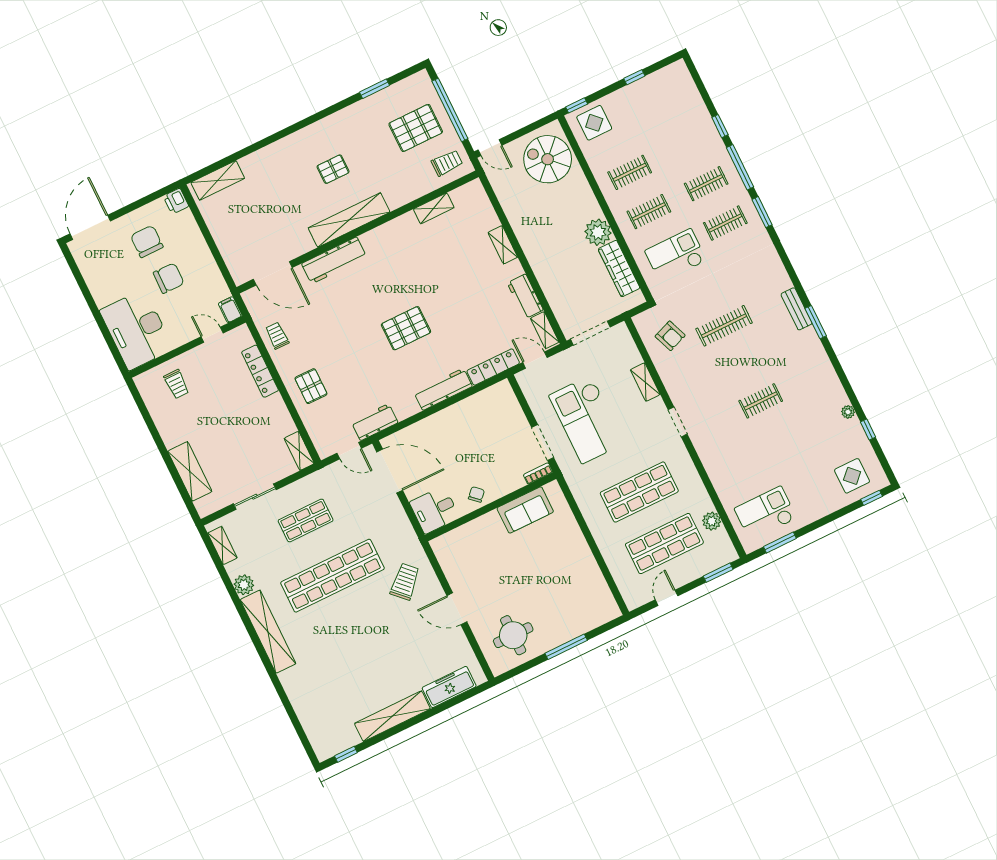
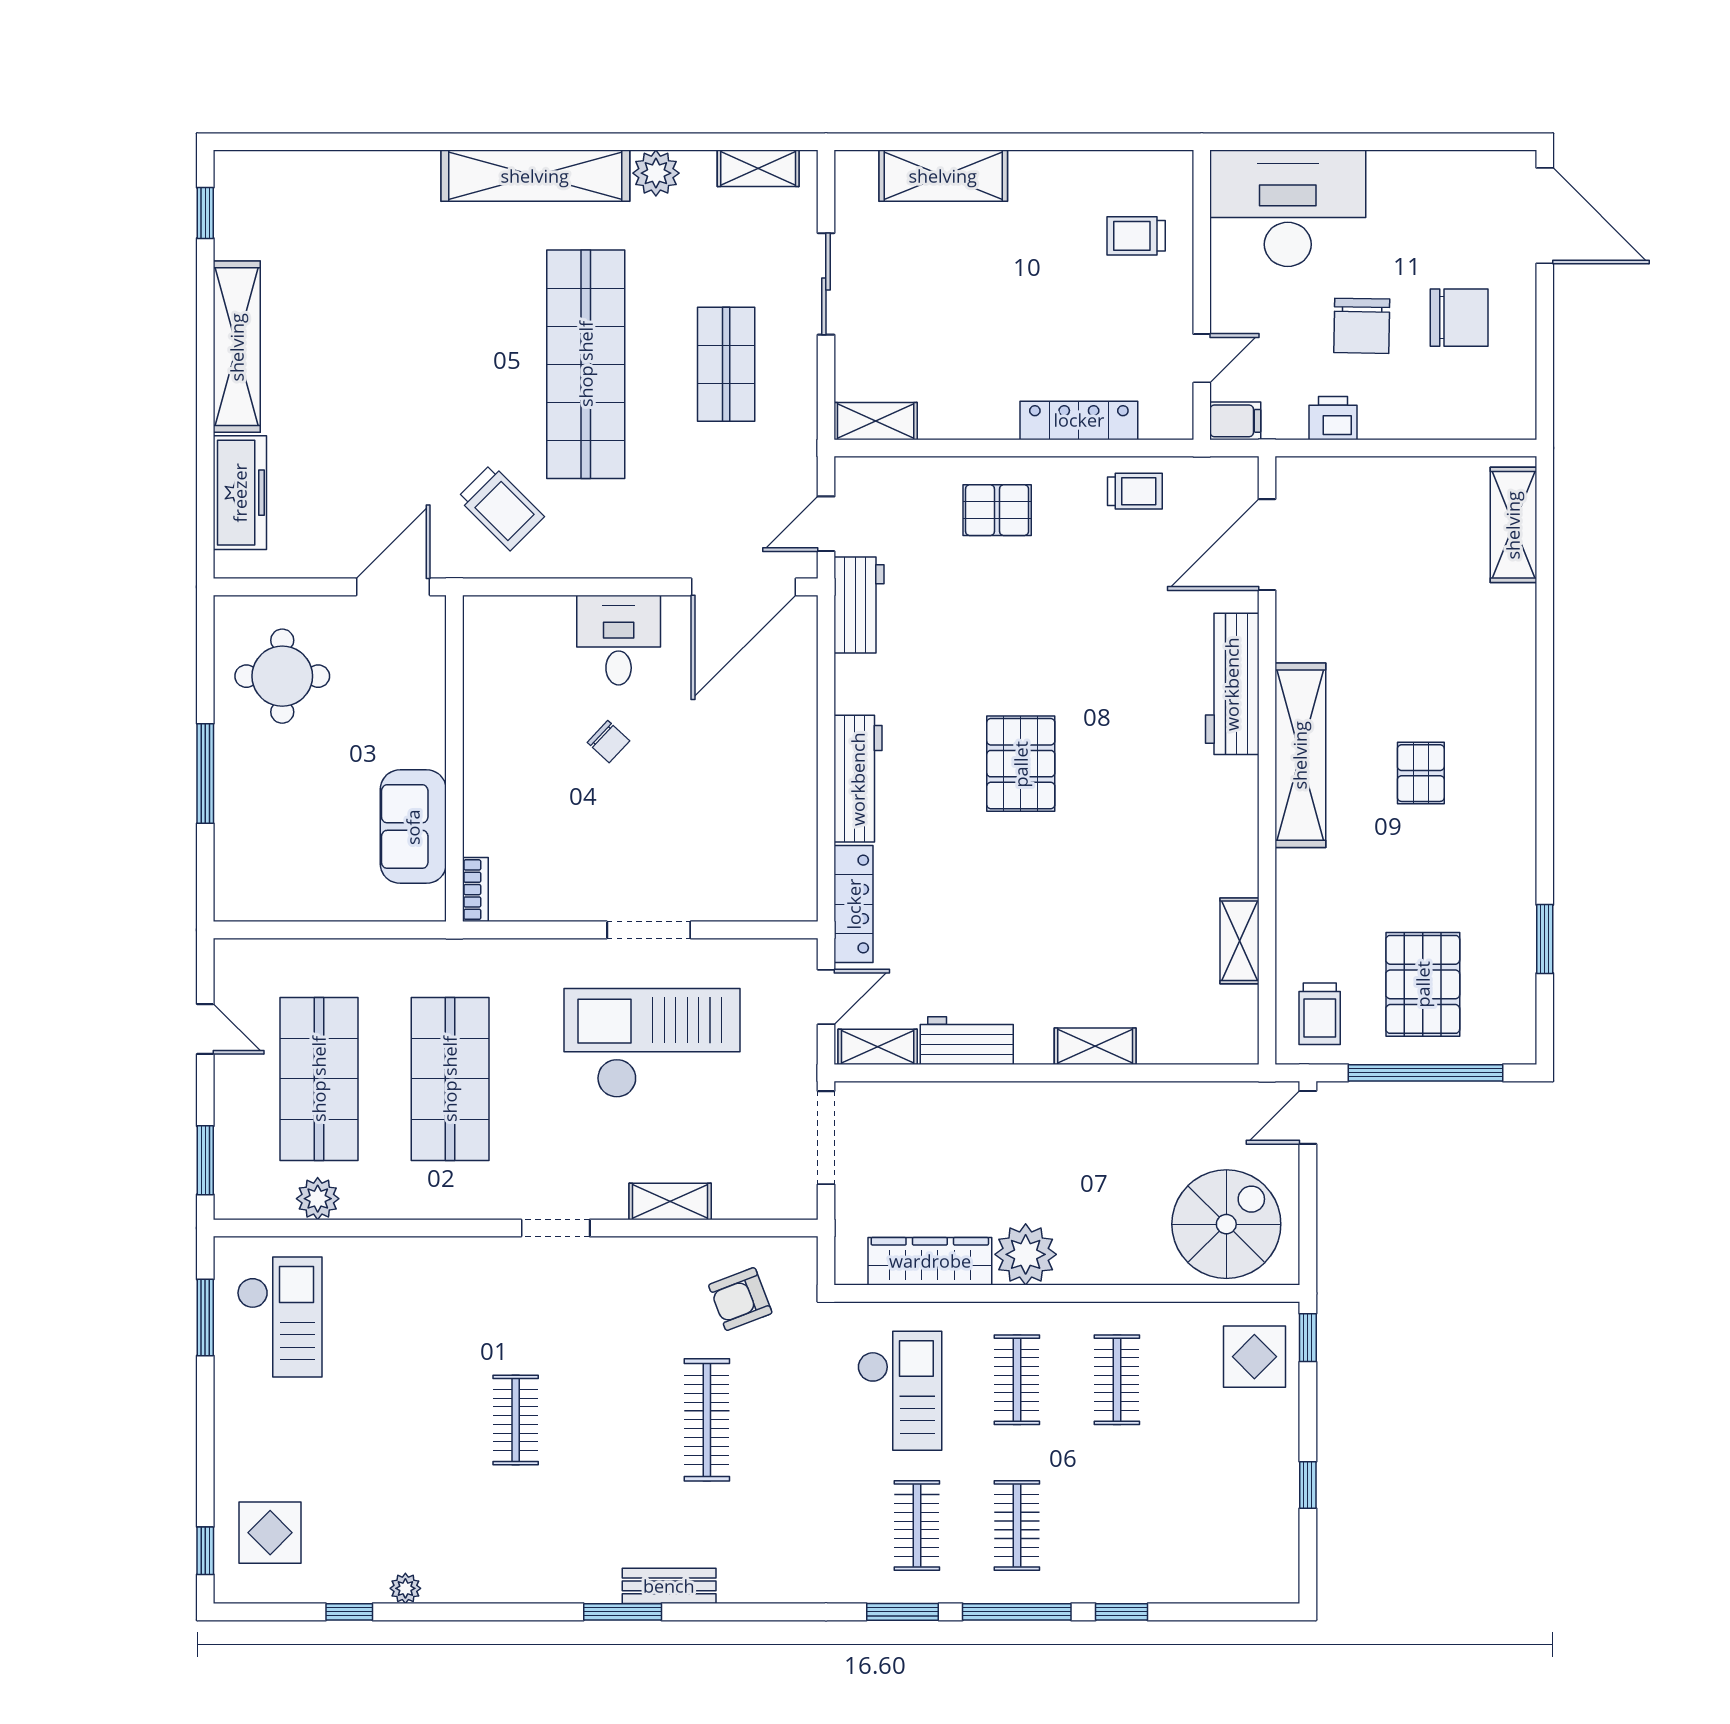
printer: (176, 201) -> (1333, 418), moved
bookcase: (538, 473) -> (475, 890), moved
wall: (491, 507) -> (454, 758), moved
sofa: (525, 510) -> (413, 827), moved

